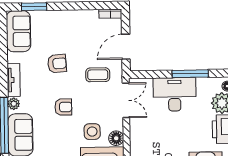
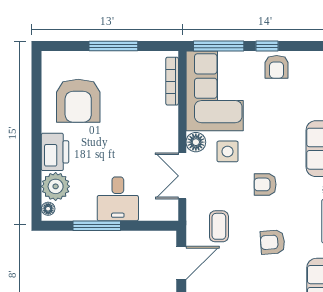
coffee table: (98, 75) -> (219, 226), turned 90
desk: (175, 94) -> (118, 199), width x0.73
double door: (126, 100) -> (182, 176), moved

